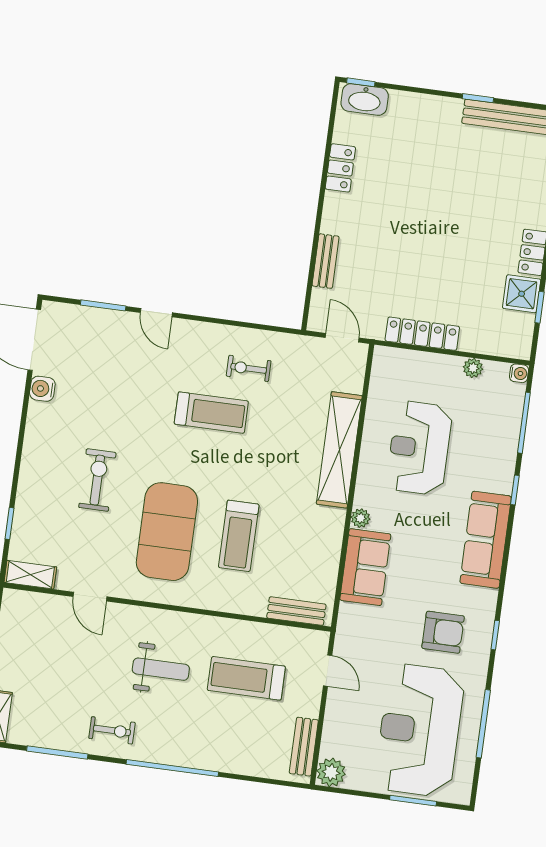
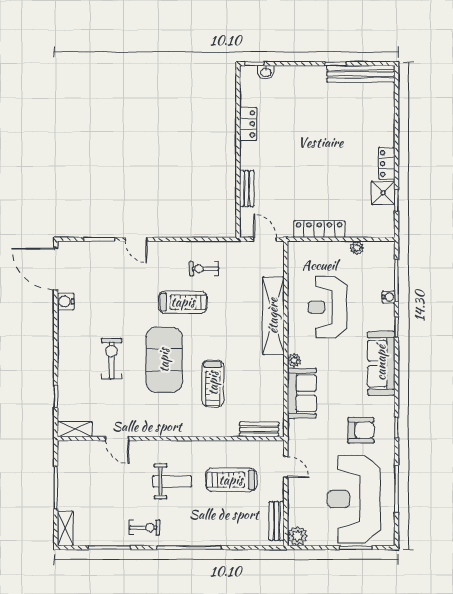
washbasin: (365, 99) -> (266, 72), width x0.52, depth x0.69
water cooler: (519, 373) -> (389, 297), moved
exercise mat: (167, 532) -> (164, 360), moved

